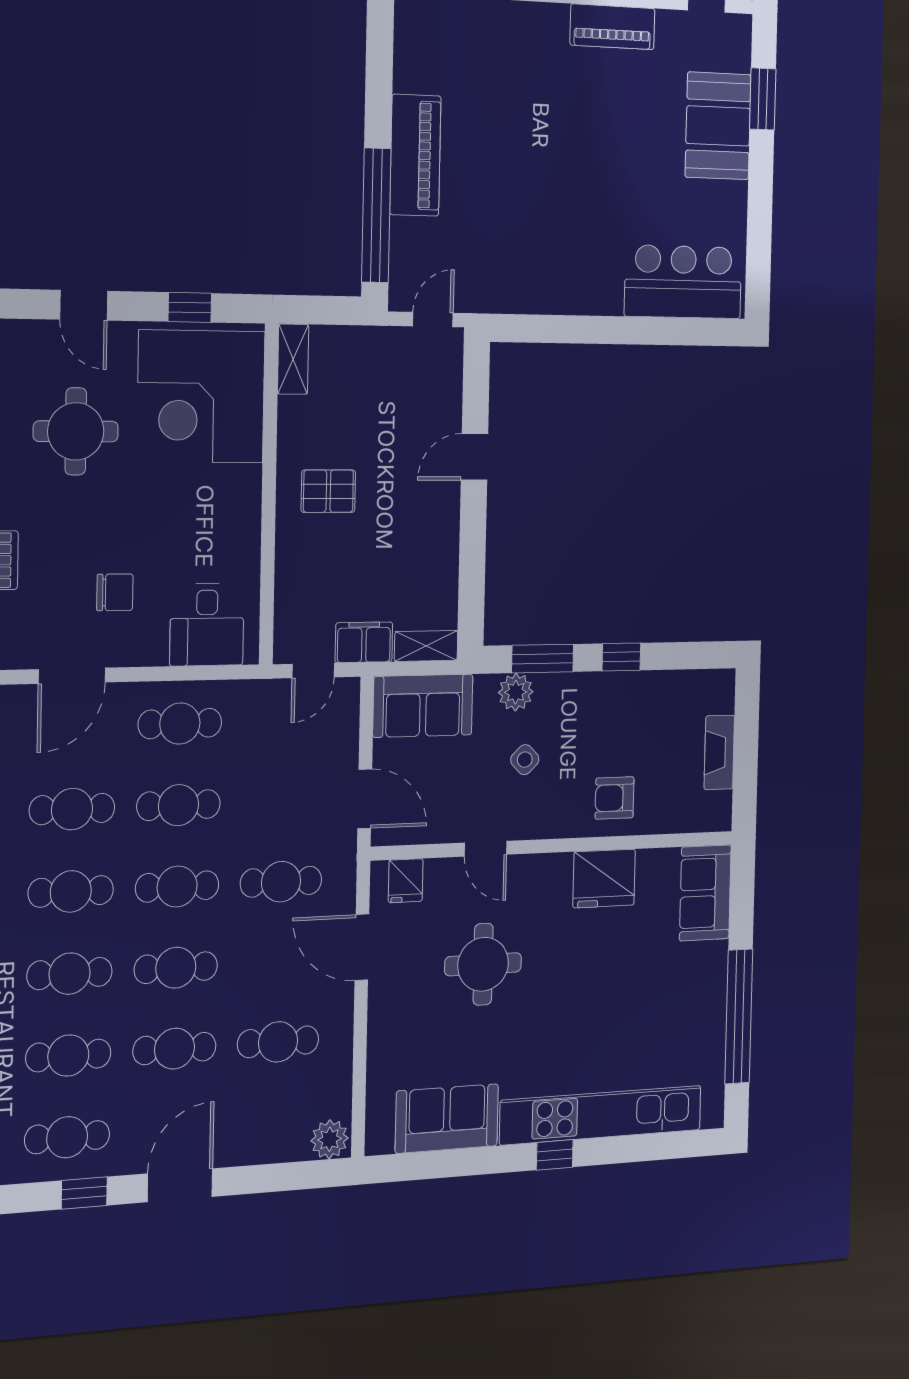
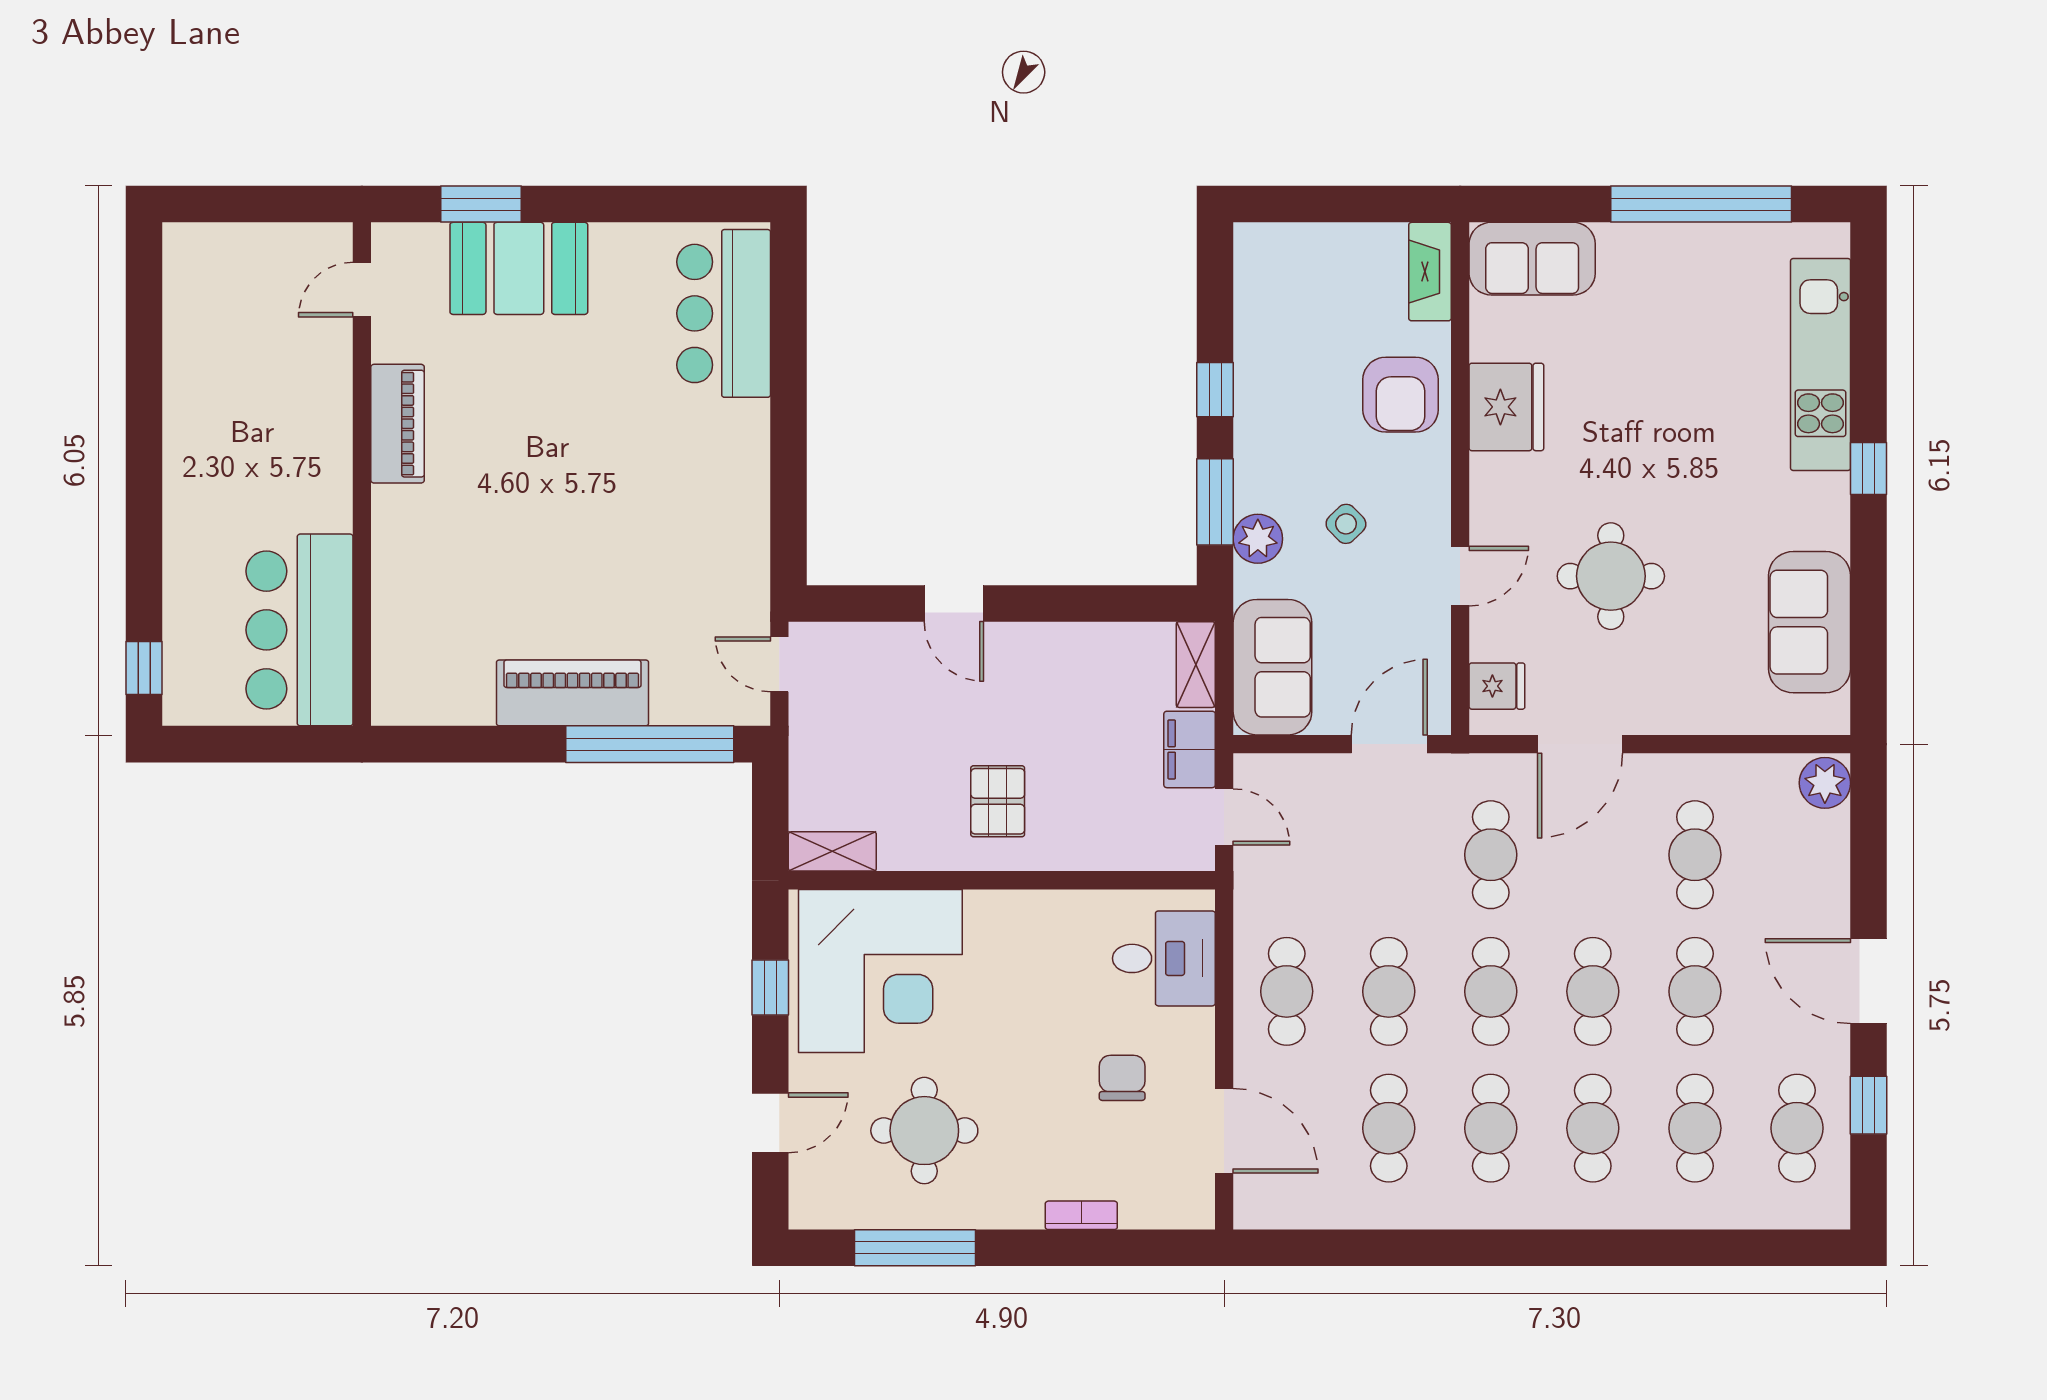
fireplace: (719, 752) -> (1430, 272), moved, turned 90
armchair: (615, 798) -> (1401, 395), width x1.38, depth x1.38
kitchen unit: (601, 1115) -> (1821, 365), width x0.73

